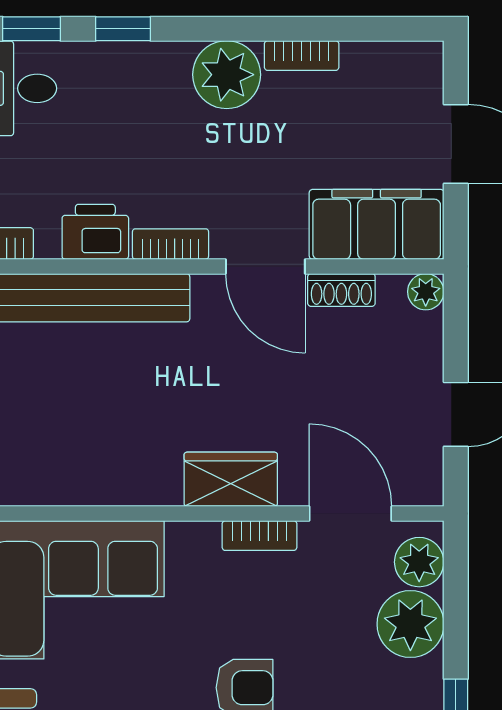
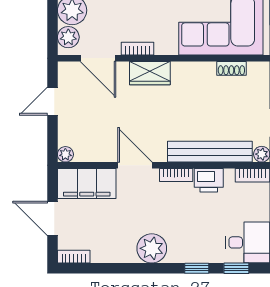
bookcase: (302, 56) -> (74, 257), moved
shoe rack: (341, 290) -> (231, 68), moved, turned 180

